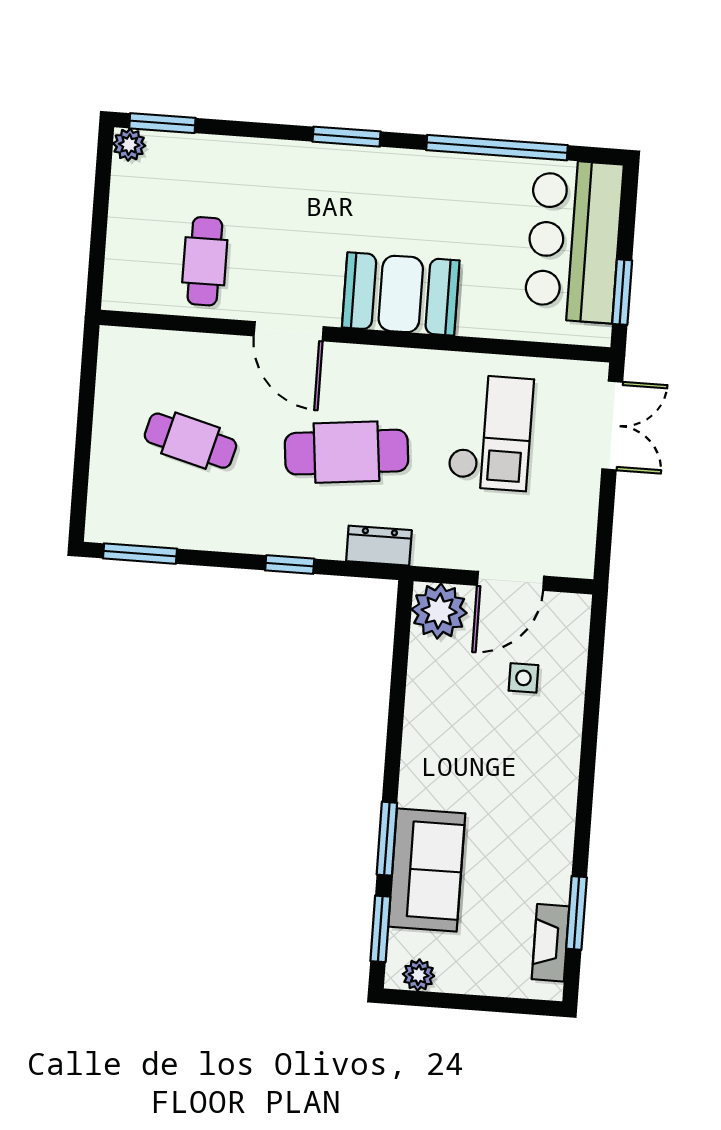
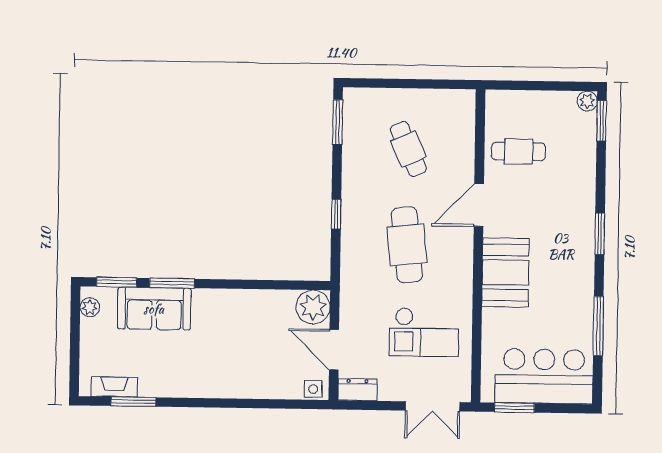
window: (497, 148) -> (598, 326), width x0.68
cafe table: (190, 441) -> (408, 149), turned -39
dresser: (379, 546) -> (357, 390), moved, turned -90
side table: (523, 678) -> (313, 389), moved

